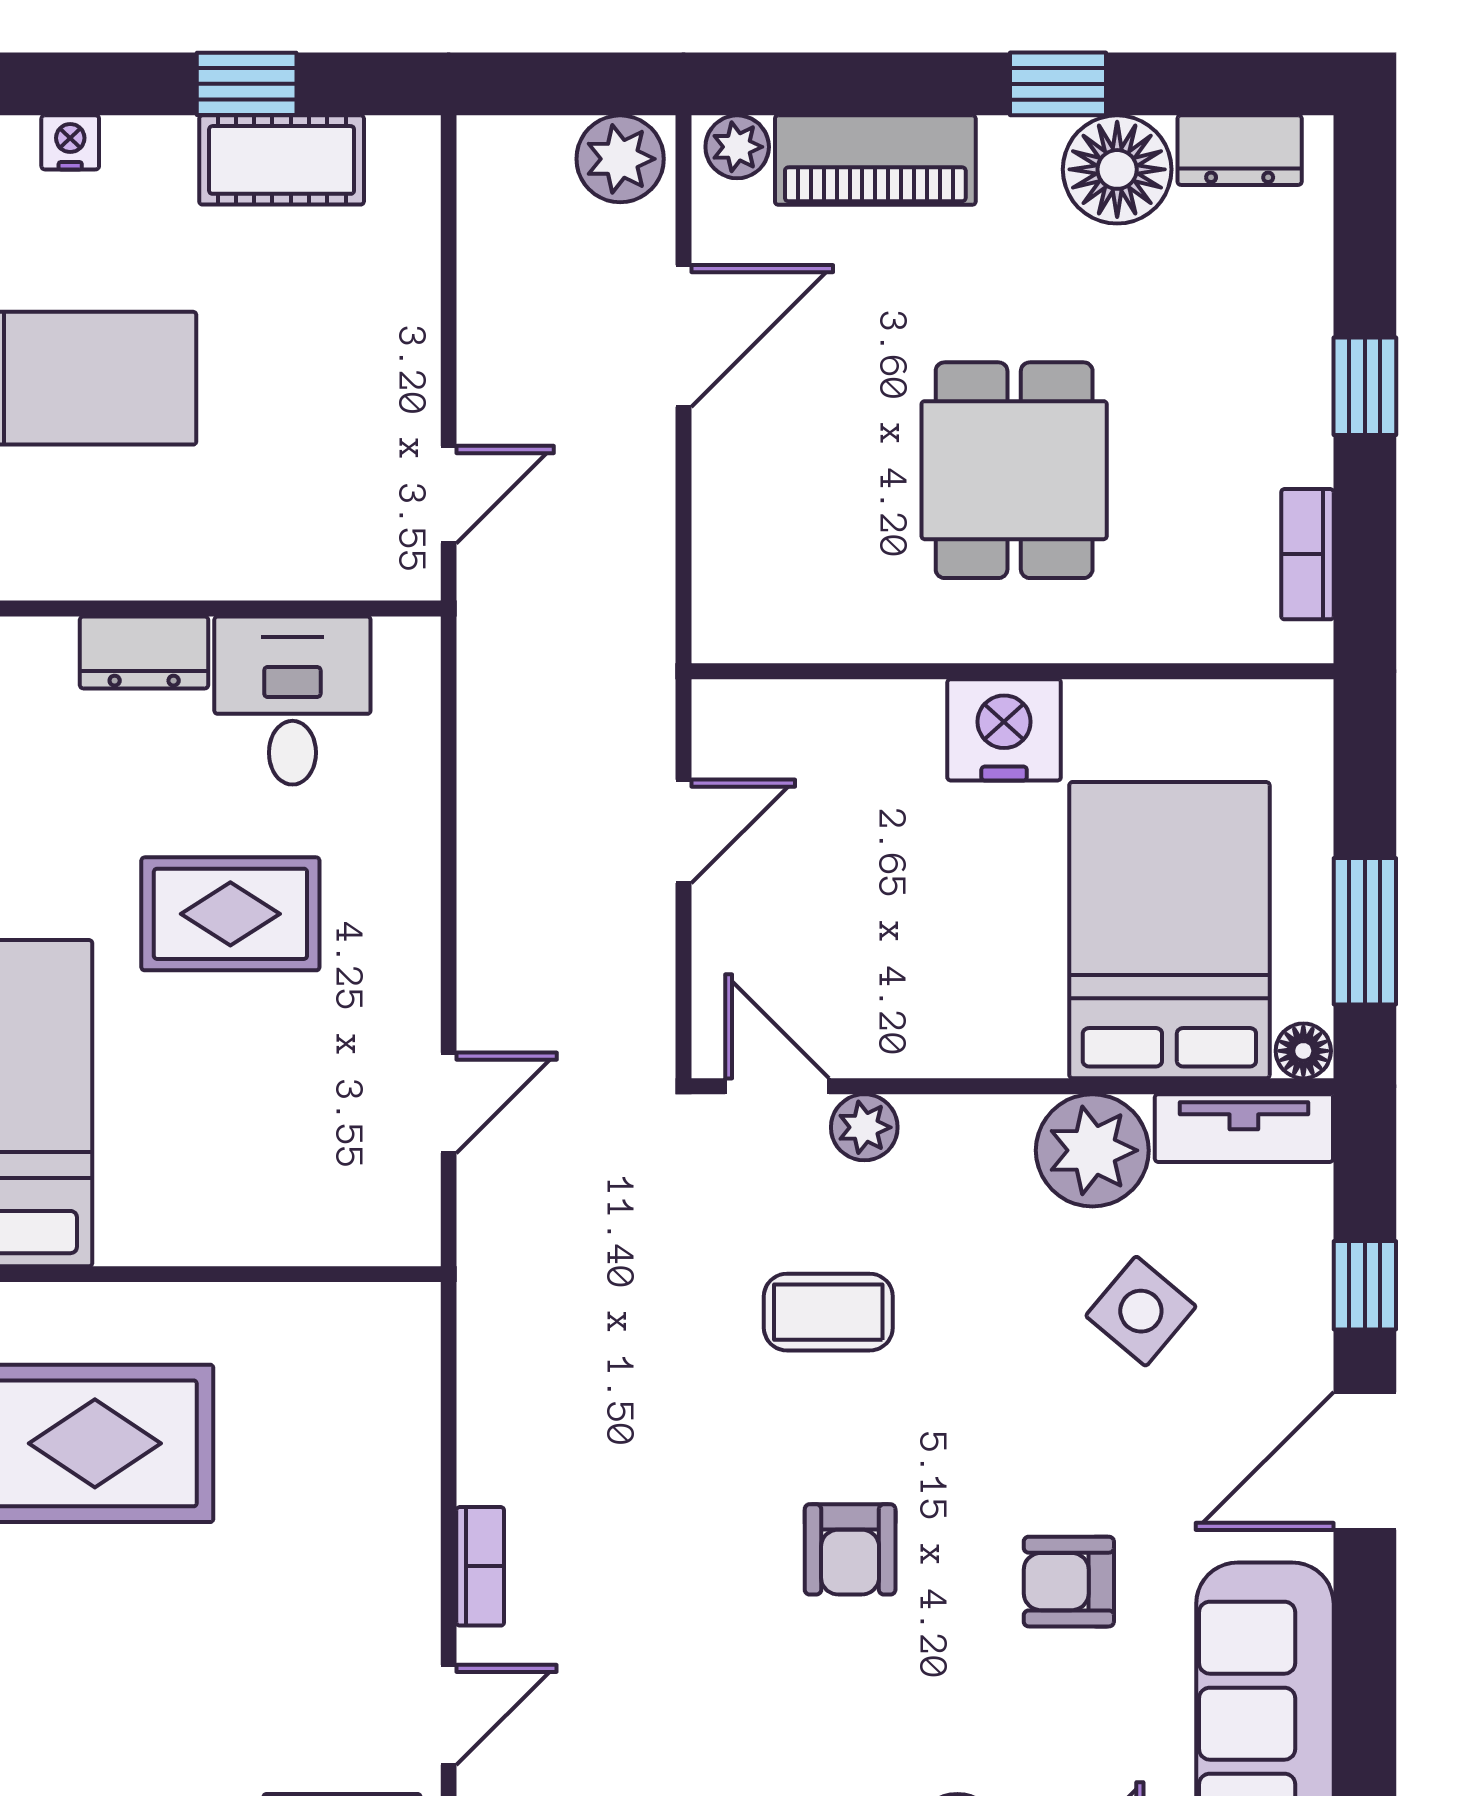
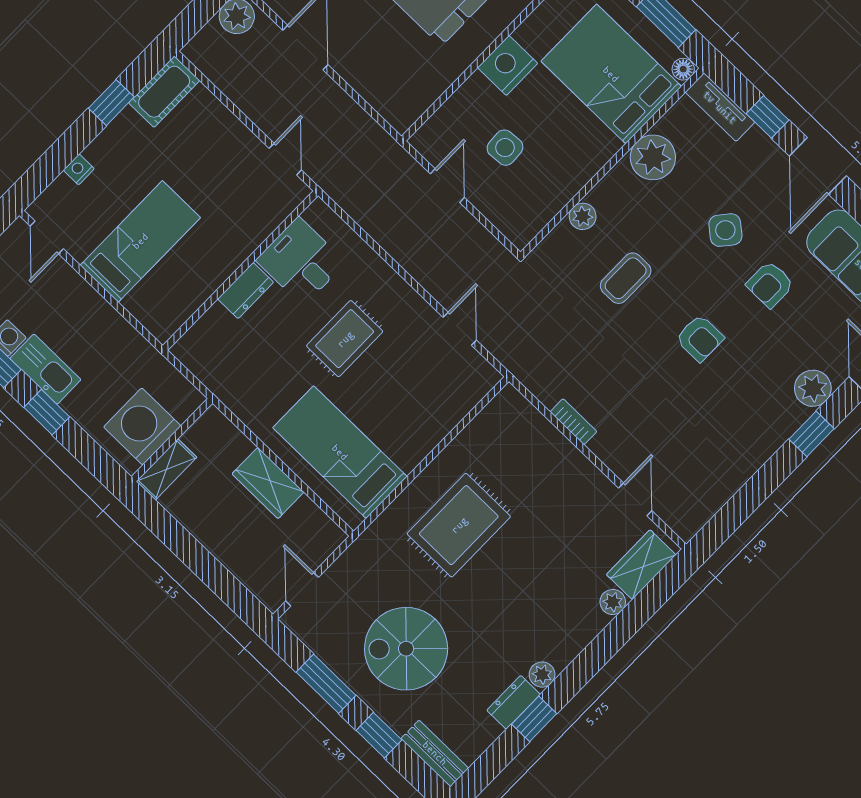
cot: (282, 160) -> (164, 92), moved
side table: (852, 868) -> (505, 148), added
door: (777, 1086) -> (547, 230), removed
tv unit: (1244, 1128) -> (720, 107), moved, turned 90
side table: (1141, 1311) -> (725, 230), moved
bookcase: (480, 1566) -> (573, 422), moved

